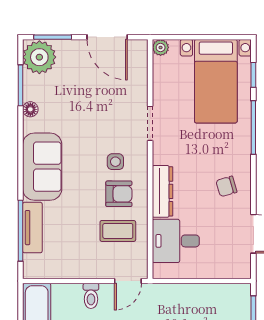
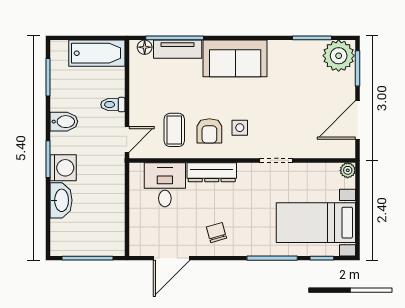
floor lamp: (30, 109) -> (145, 47), moved
door: (128, 281) -> (127, 139), swing flipped

